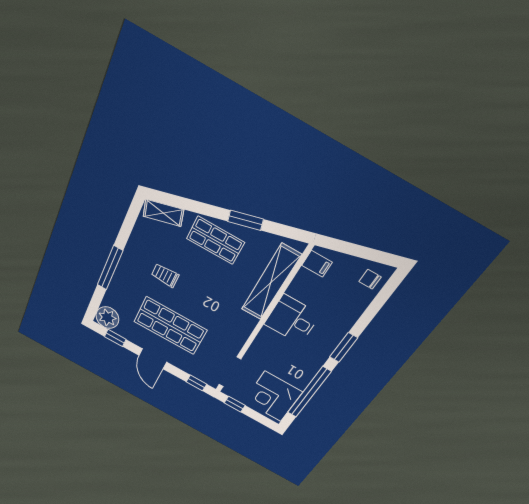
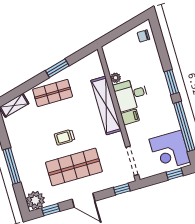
filing cabinet: (317, 264) -> (130, 117), moved
trolley: (165, 275) -> (64, 137), moved
shelving: (271, 283) -> (106, 105), moved
plant: (295, 290) -> (116, 78), added
window: (235, 404) -> (175, 174), moved

